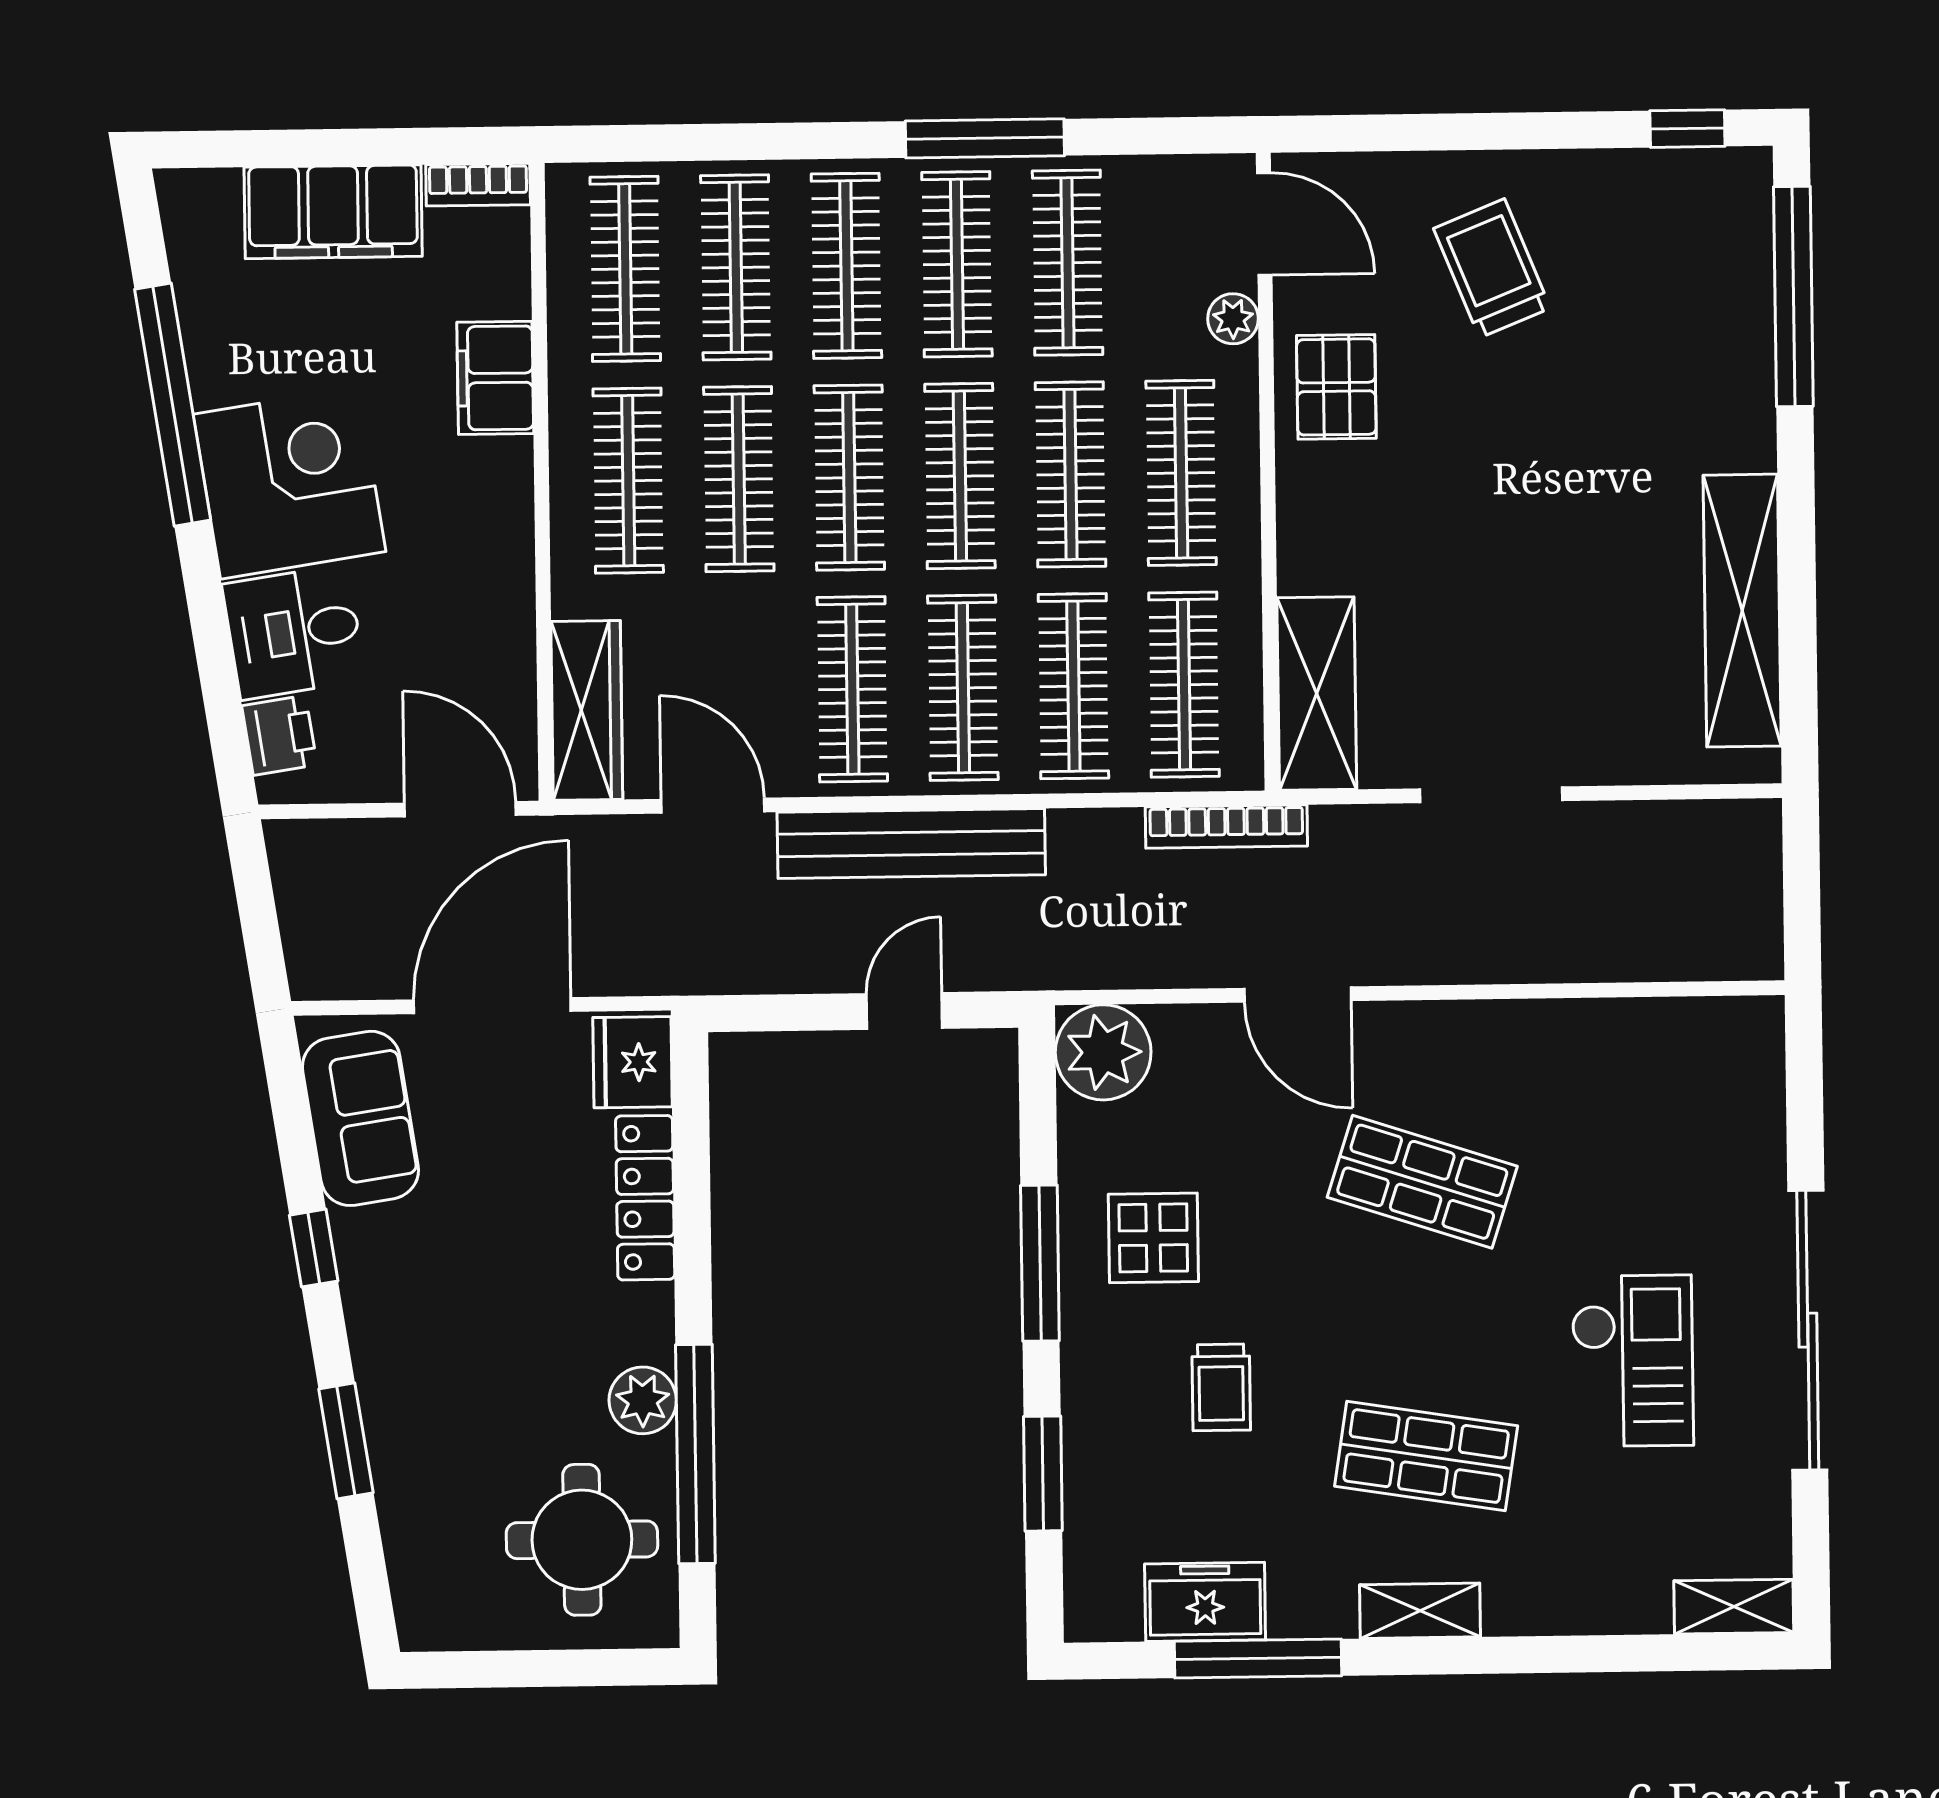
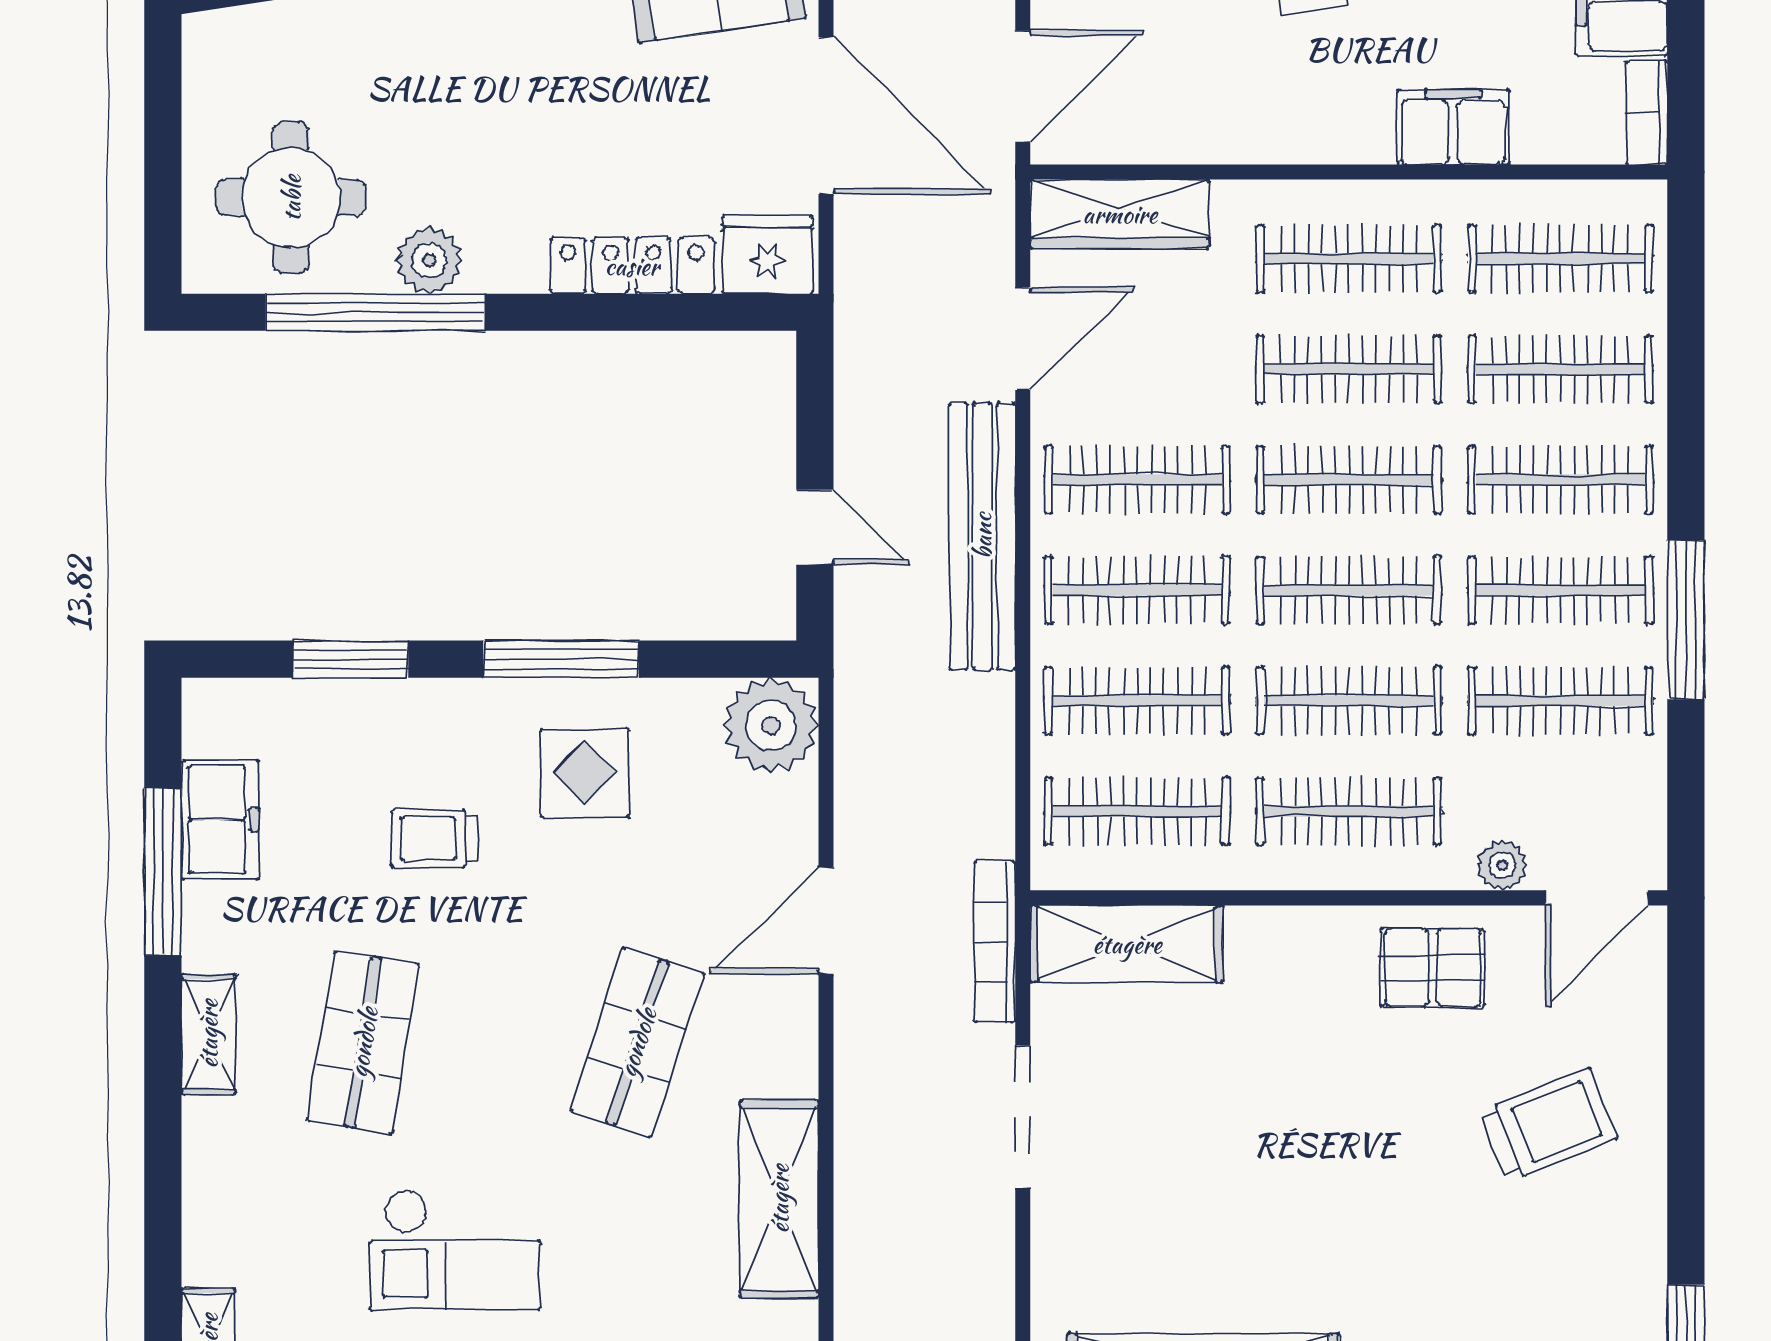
bookcase: (1226, 827) -> (995, 942), moved
shelving: (1577, 1037) -> (779, 1199), added

